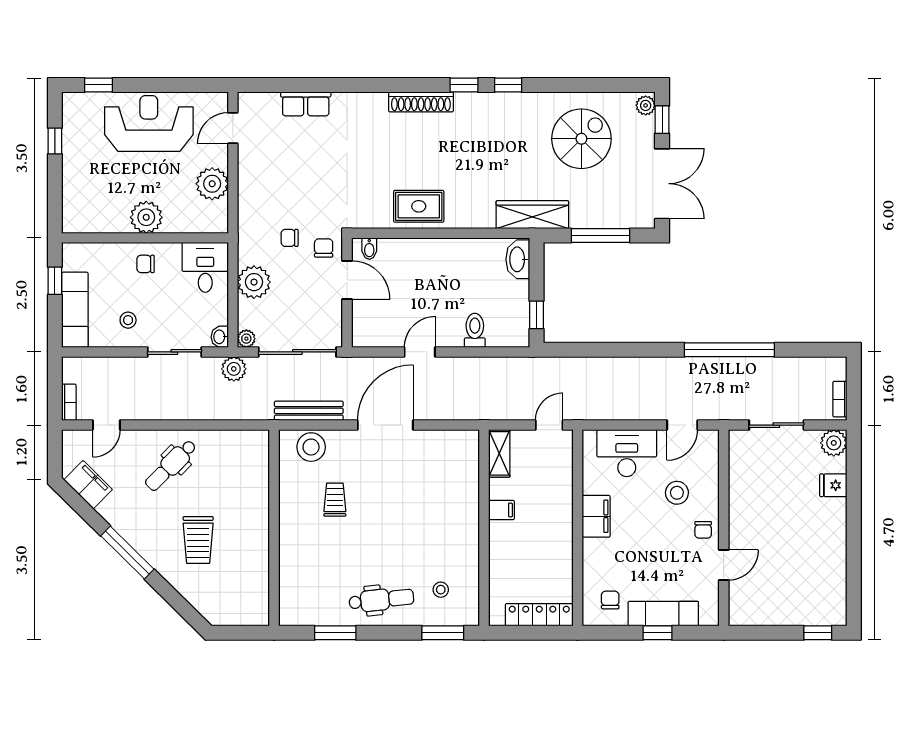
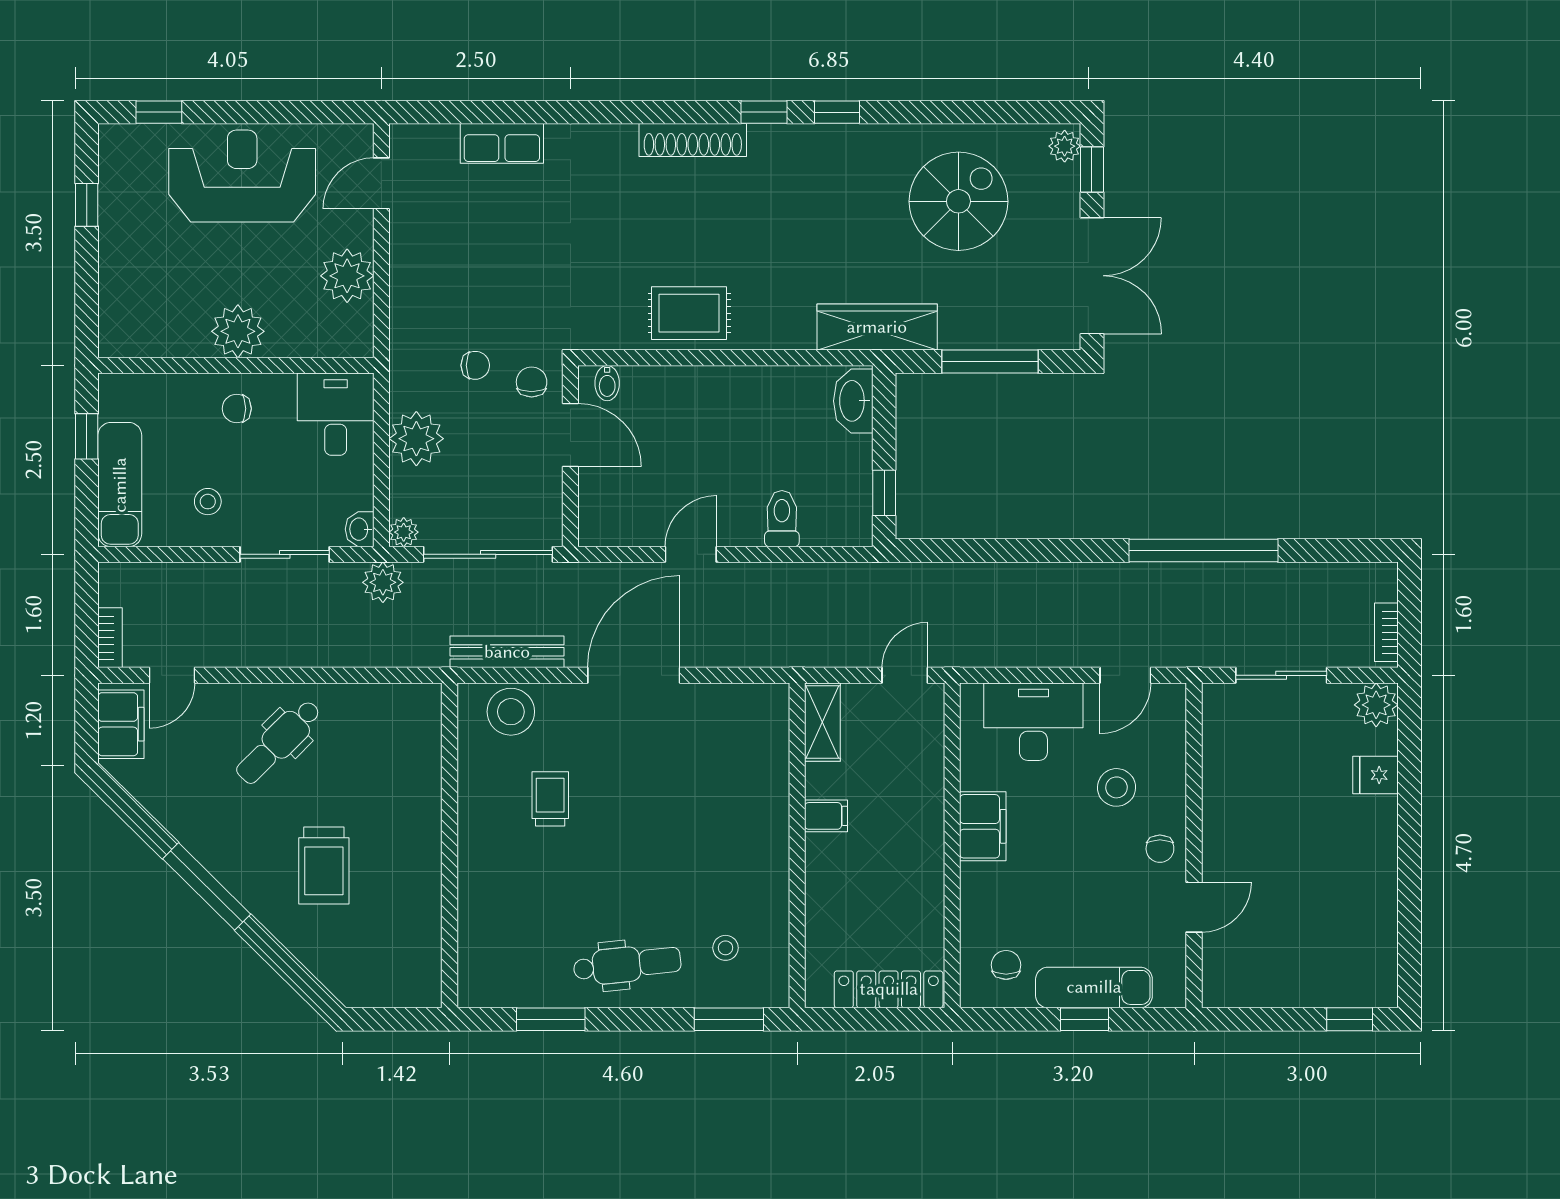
chair: (290, 238) -> (475, 365), turned 180
filing cabinet: (88, 485) -> (121, 724), moved, turned 45

